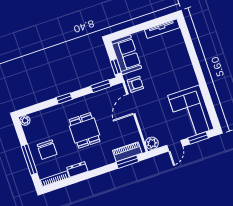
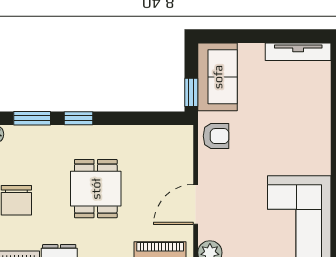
window: (101, 86) -> (32, 118), moved
door: (131, 104) -> (196, 204), moved

